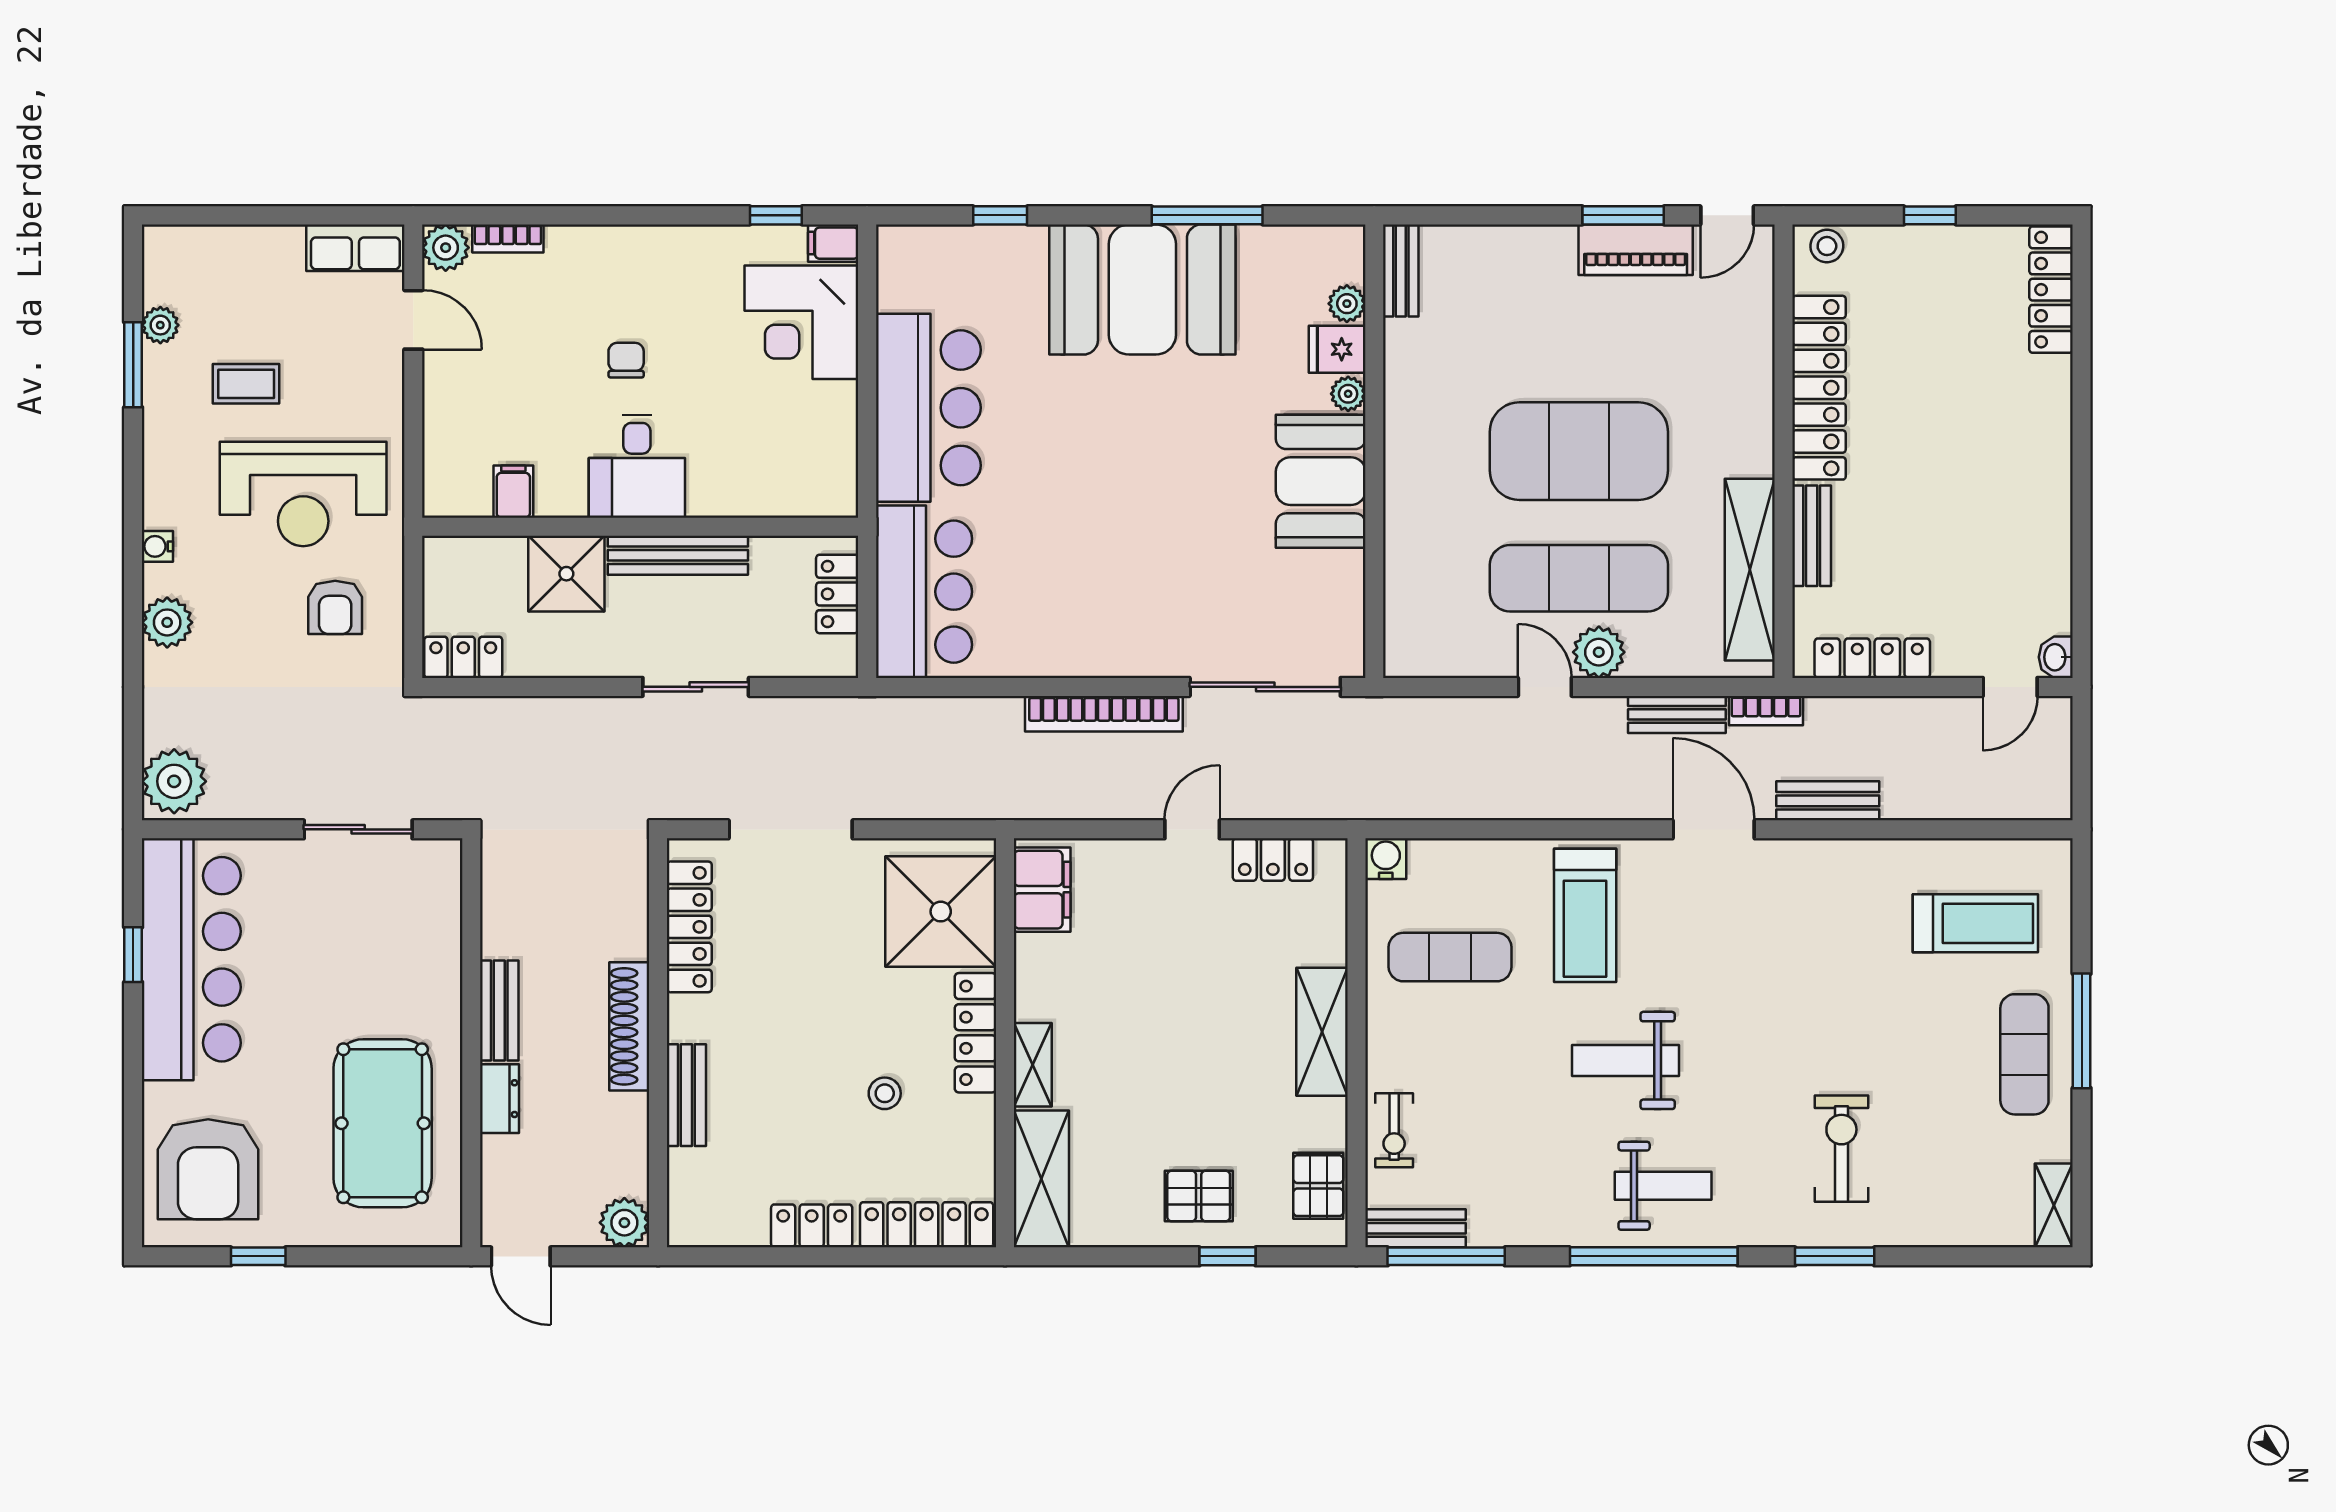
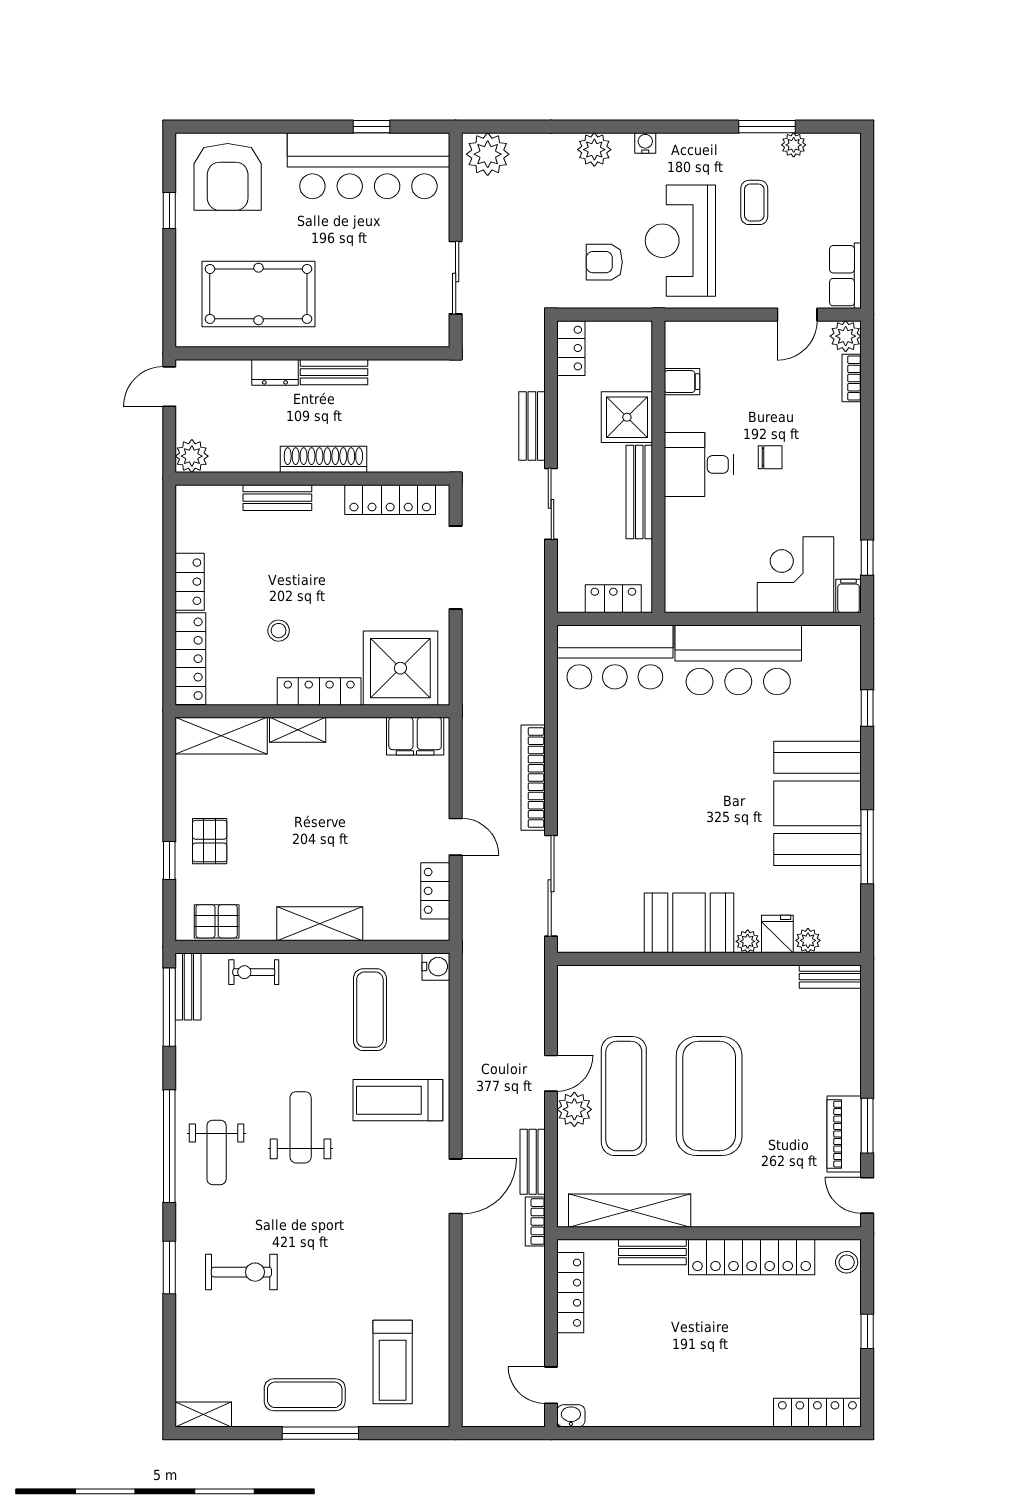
bench: (1828, 801) -> (532, 426), moved
armchair: (208, 1169) -> (228, 177), turned -90

